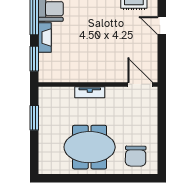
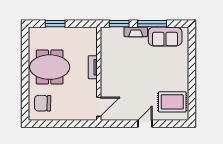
window: (34, 118) -> (55, 24), moved
meeting table: (90, 147) -> (50, 67), turned 90

